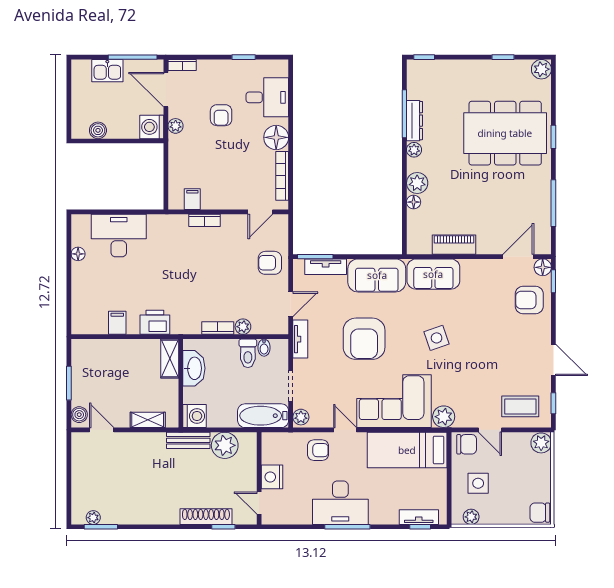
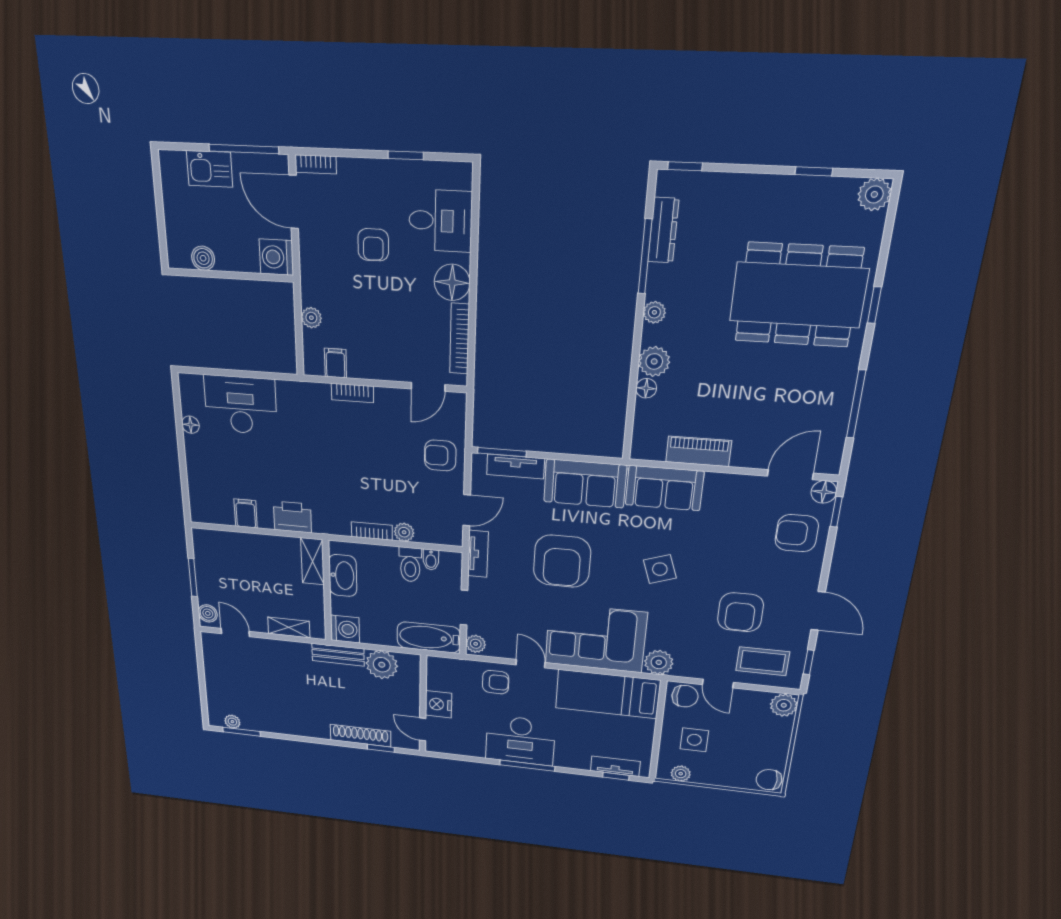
dresser: (415, 121) -> (663, 230), moved
plant: (176, 126) -> (311, 318), moved
armchair: (499, 367) -> (740, 612), added

